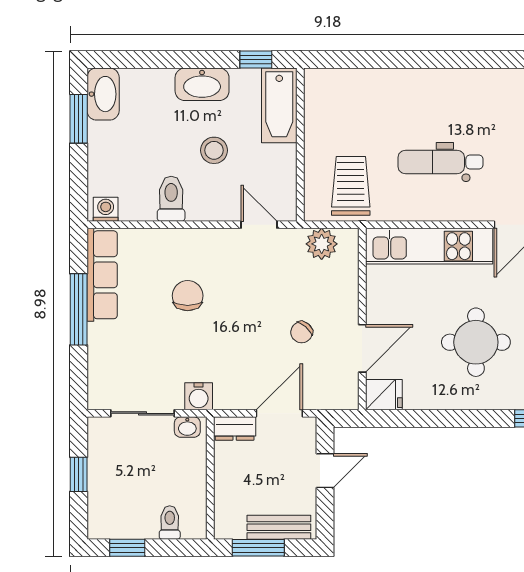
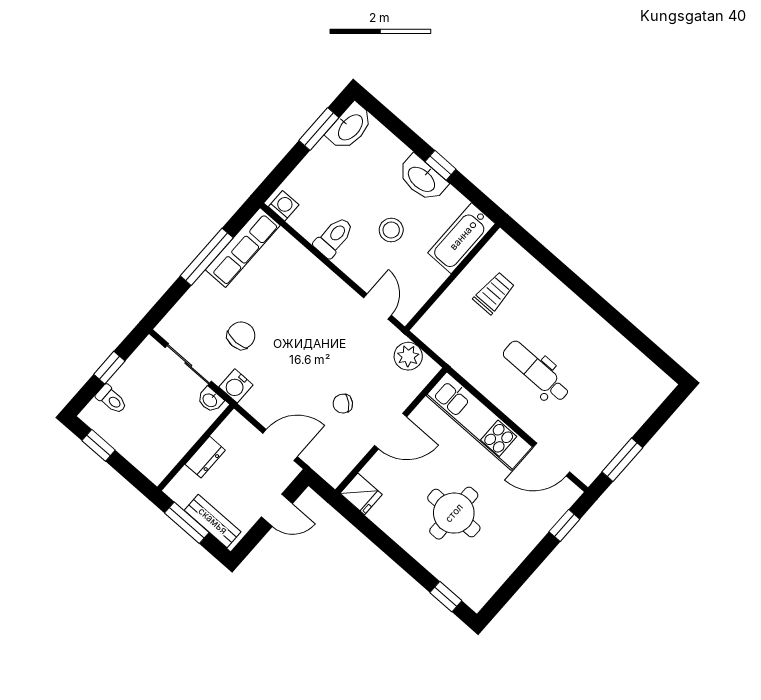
window: (256, 59) -> (441, 165), moved
trolley: (351, 186) -> (494, 293), moved, width x0.73, depth x0.72
chair: (188, 296) -> (241, 335), moved
door: (362, 348) -> (391, 431), moved
dresser: (235, 429) -> (205, 457), moved, turned -90
toilet: (170, 523) -> (111, 399), moved, turned 90

